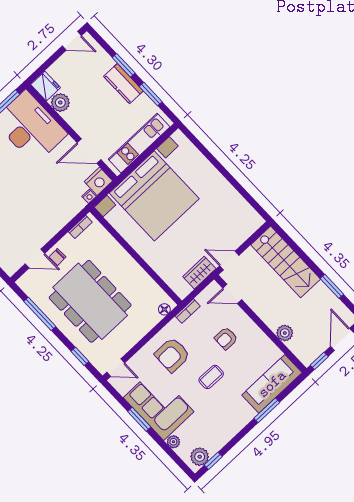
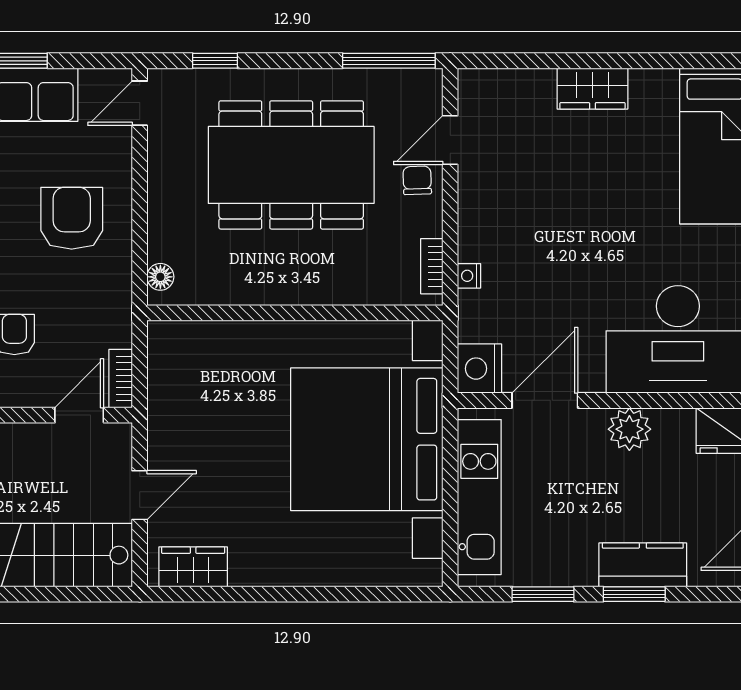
kitchen counter: (123, 84) -> (643, 565), moved
plant: (60, 103) -> (629, 429), moved
nightstand: (89, 196) -> (469, 276), moved
door: (229, 261) -> (140, 495), moved
wardrobe: (199, 273) -> (193, 567), moved, turned -90
bookcase: (188, 311) -> (121, 379), moved
window: (40, 314) -> (389, 61), moved

